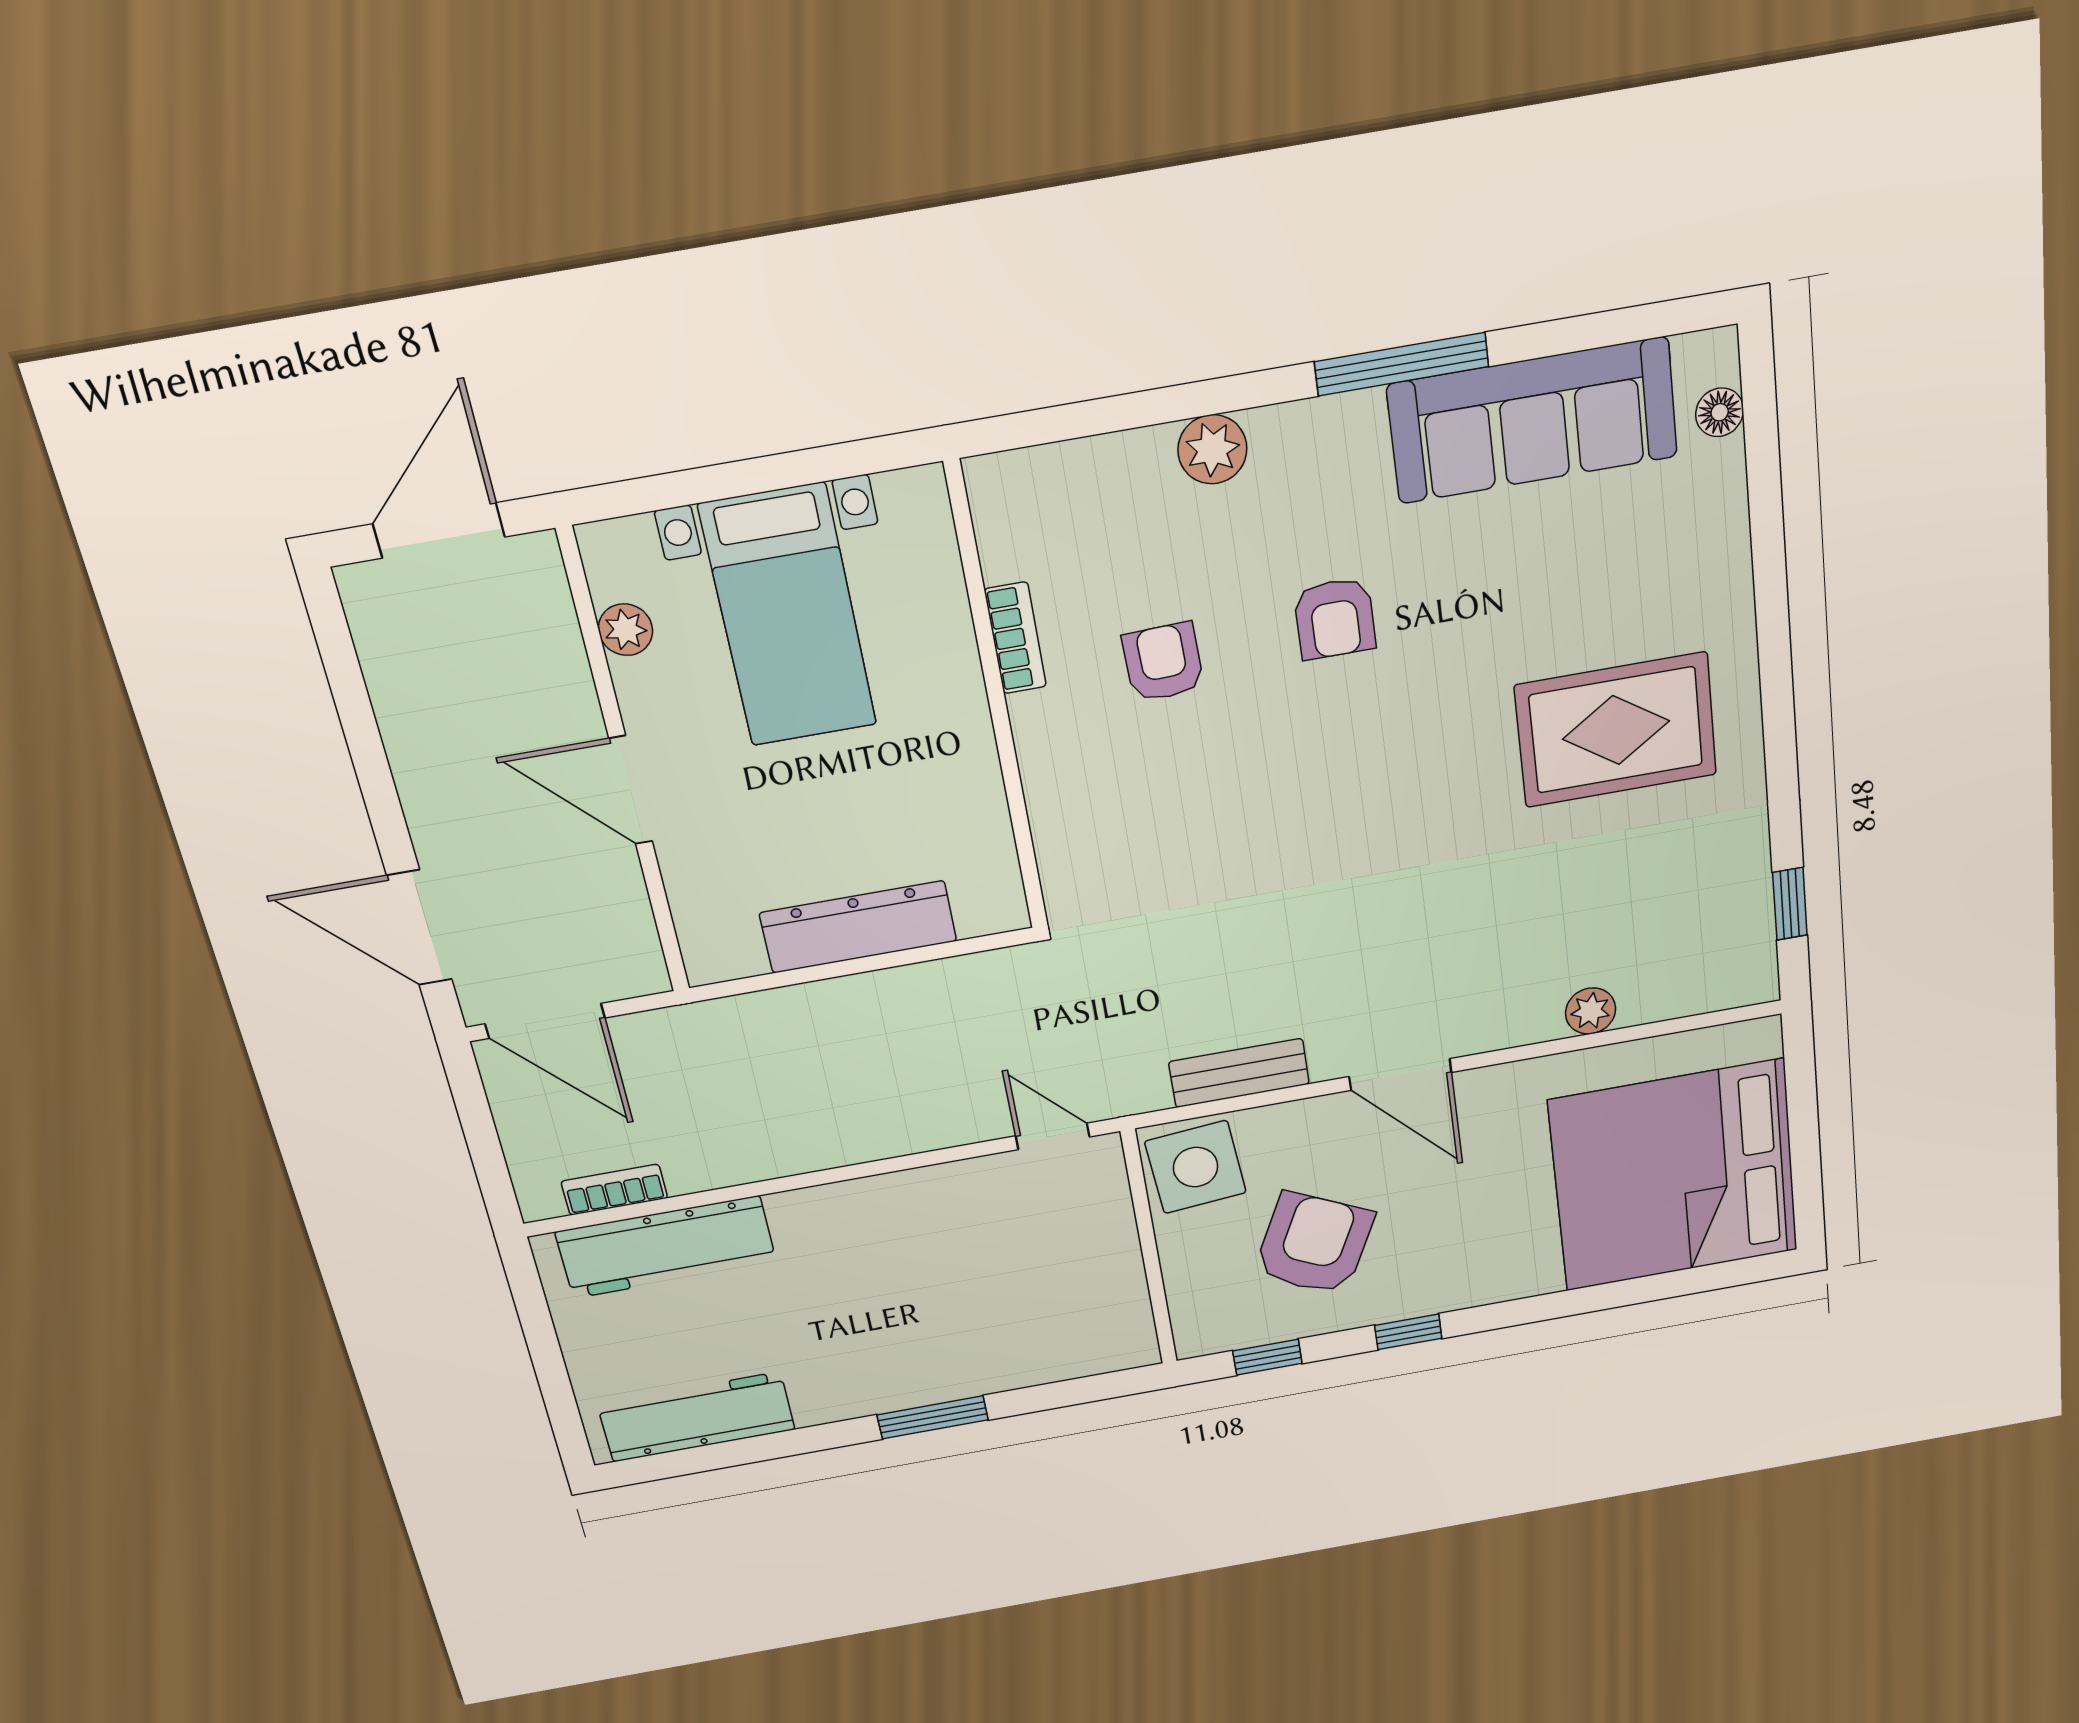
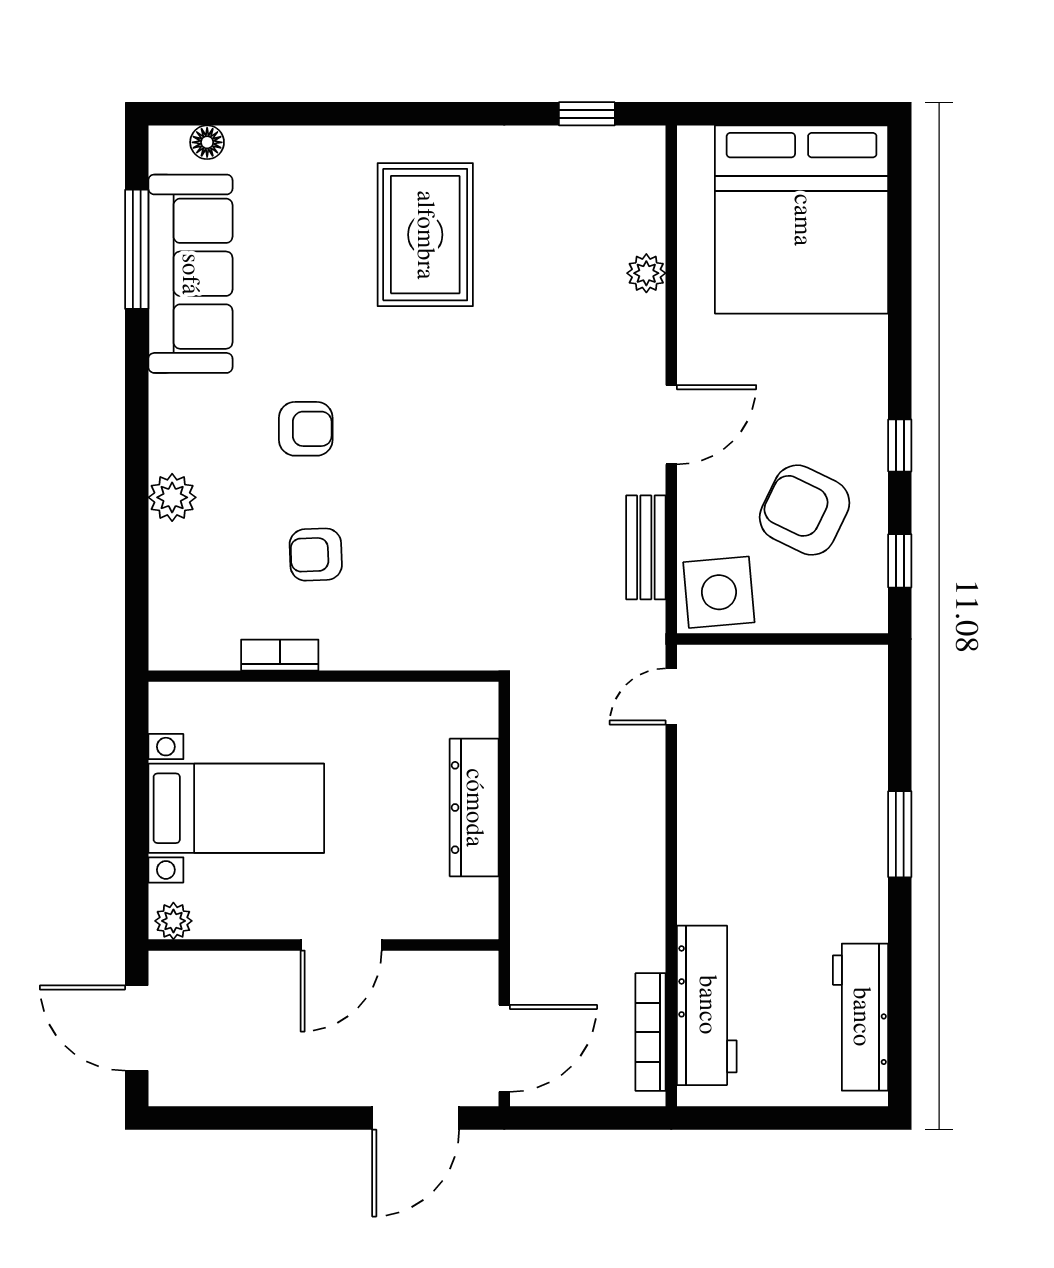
window: (1402, 364) -> (137, 249), moved
plant: (626, 630) -> (173, 921), moved
bookcase: (614, 1190) -> (651, 1032), width x1.56

